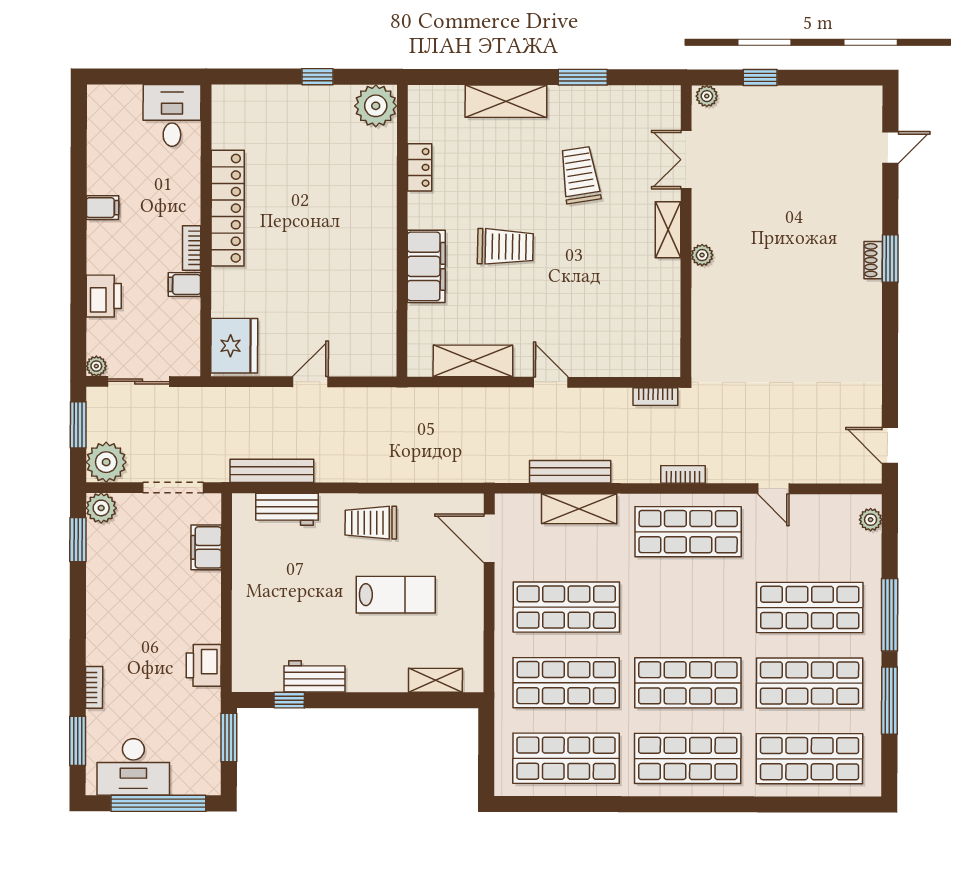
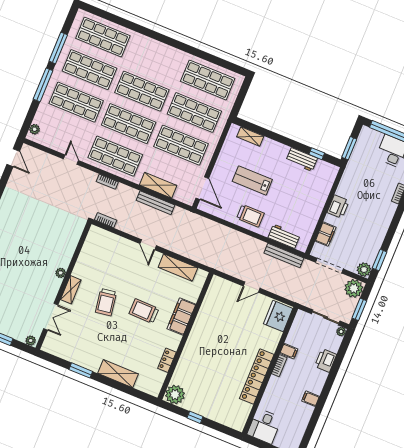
trolley: (580, 175) -> (106, 302), moved
printer: (204, 665) -> (338, 207), moved
shop shelf: (688, 758) -> (129, 124), moved

